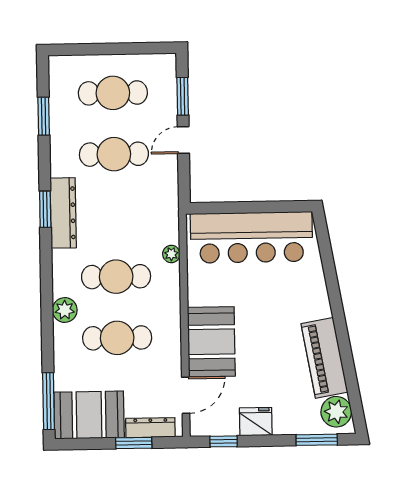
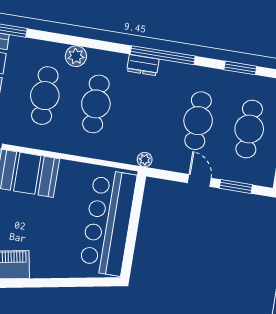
window: (45, 209) -> (163, 55), width x2.11
dresser: (63, 213) -> (143, 65), width x0.51, depth x0.80
plant: (171, 254) -> (145, 160), moved

